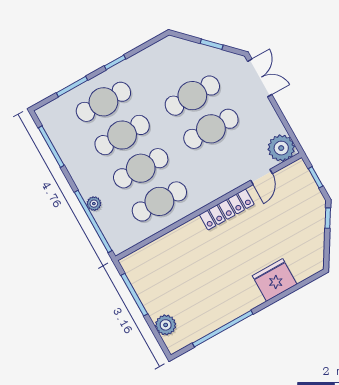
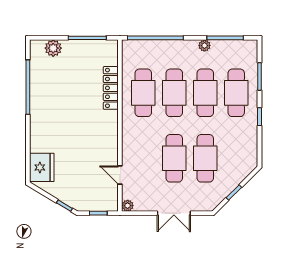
double door: (260, 78) -> (174, 213), moved
plant: (281, 148) -> (128, 206), width x0.53, depth x0.53
plant: (94, 204) -> (204, 46), moved
locker: (227, 209) -> (111, 88), moved
fridge: (275, 280) -> (42, 167), moved

